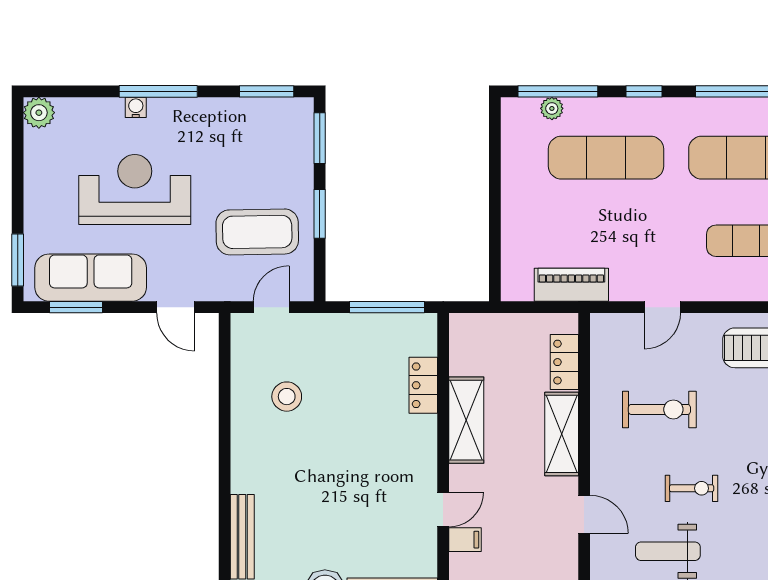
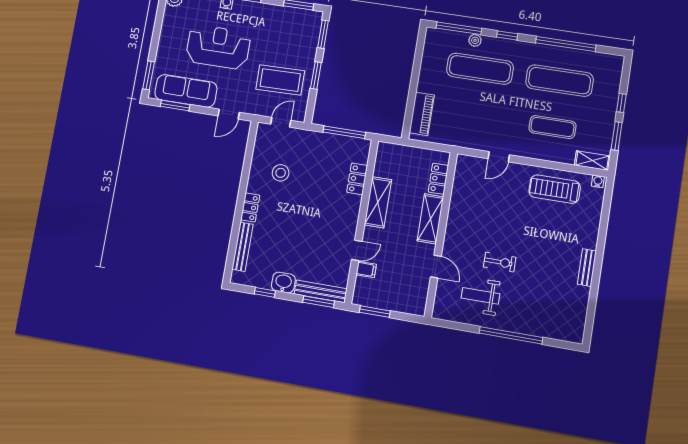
plant: (552, 108) -> (475, 40), moved
piano: (571, 285) -> (422, 114), moved, turned 90
door: (176, 307) -> (229, 114), hinge flipped
exercise bike: (659, 409) -> (488, 214), removed
locker: (243, 466) -> (250, 207), added

